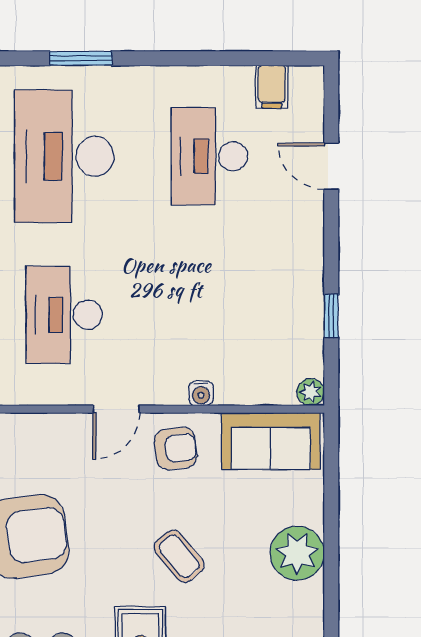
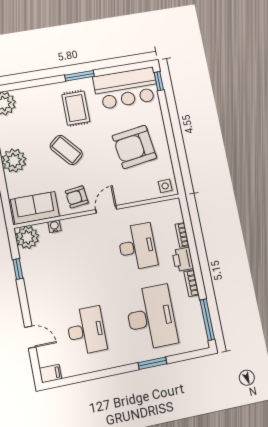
filing cabinet: (272, 87) -> (50, 374), moved, turned 90
plant: (311, 392) -> (27, 237), width x1.87, depth x1.87
water cooler: (201, 393) -> (54, 226), moved
coffee table: (179, 556) -> (66, 150), width x1.36, depth x1.30

